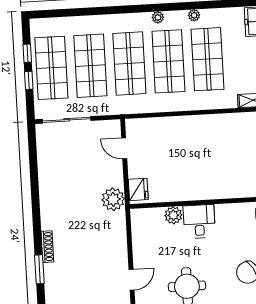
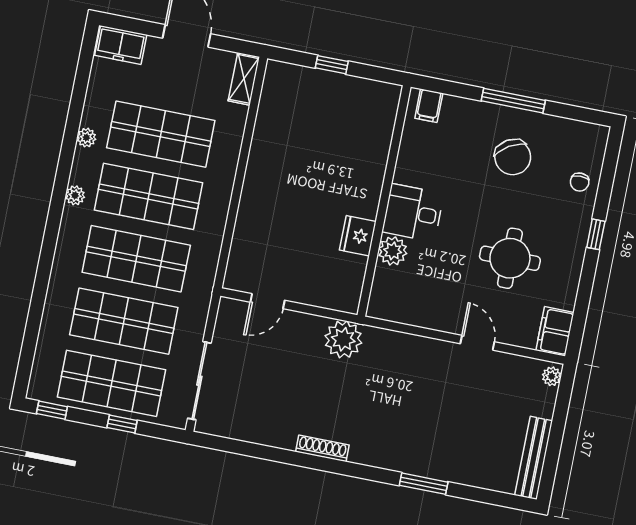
window: (27, 53) -> (52, 410), moved
fridge: (138, 189) -> (358, 236), moved, turned -90
shoe rack: (47, 247) -> (322, 448), moved

